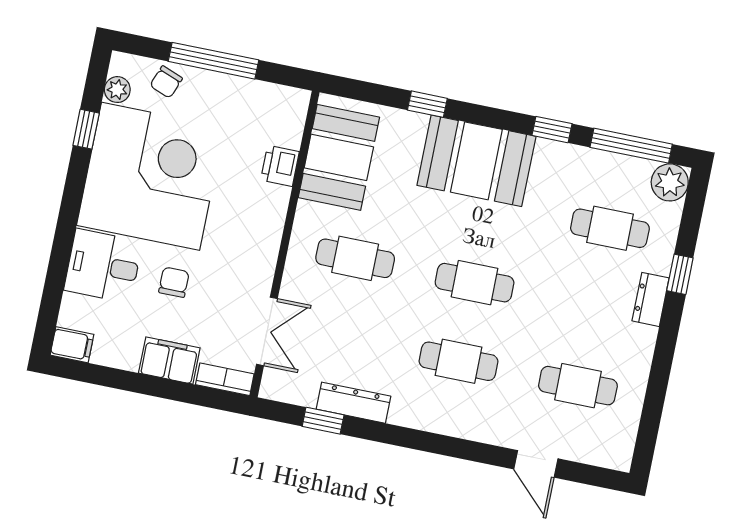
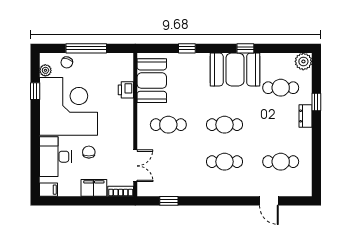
window: (631, 146) -> (283, 48), removed
booth: (476, 161) -> (235, 69), moved
desk: (103, 266) -> (55, 157), width x1.37
dresser: (354, 403) -> (181, 190), removed

